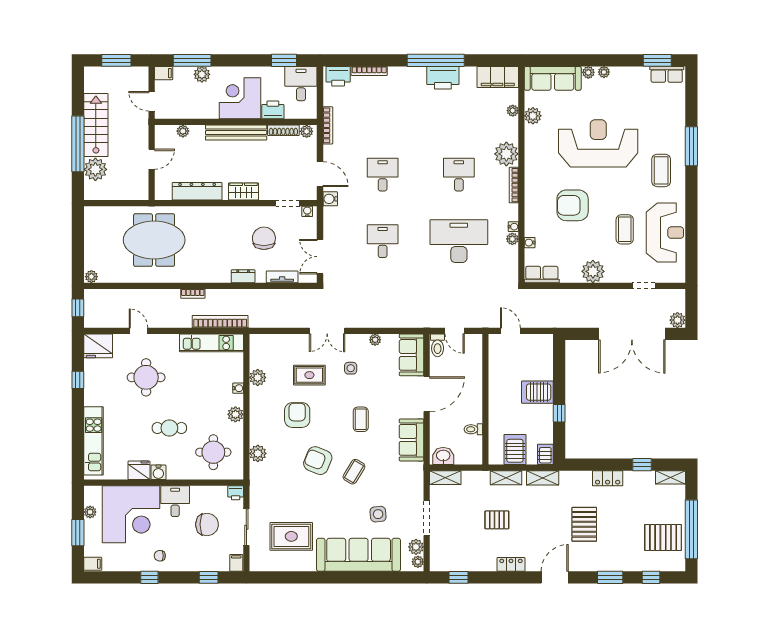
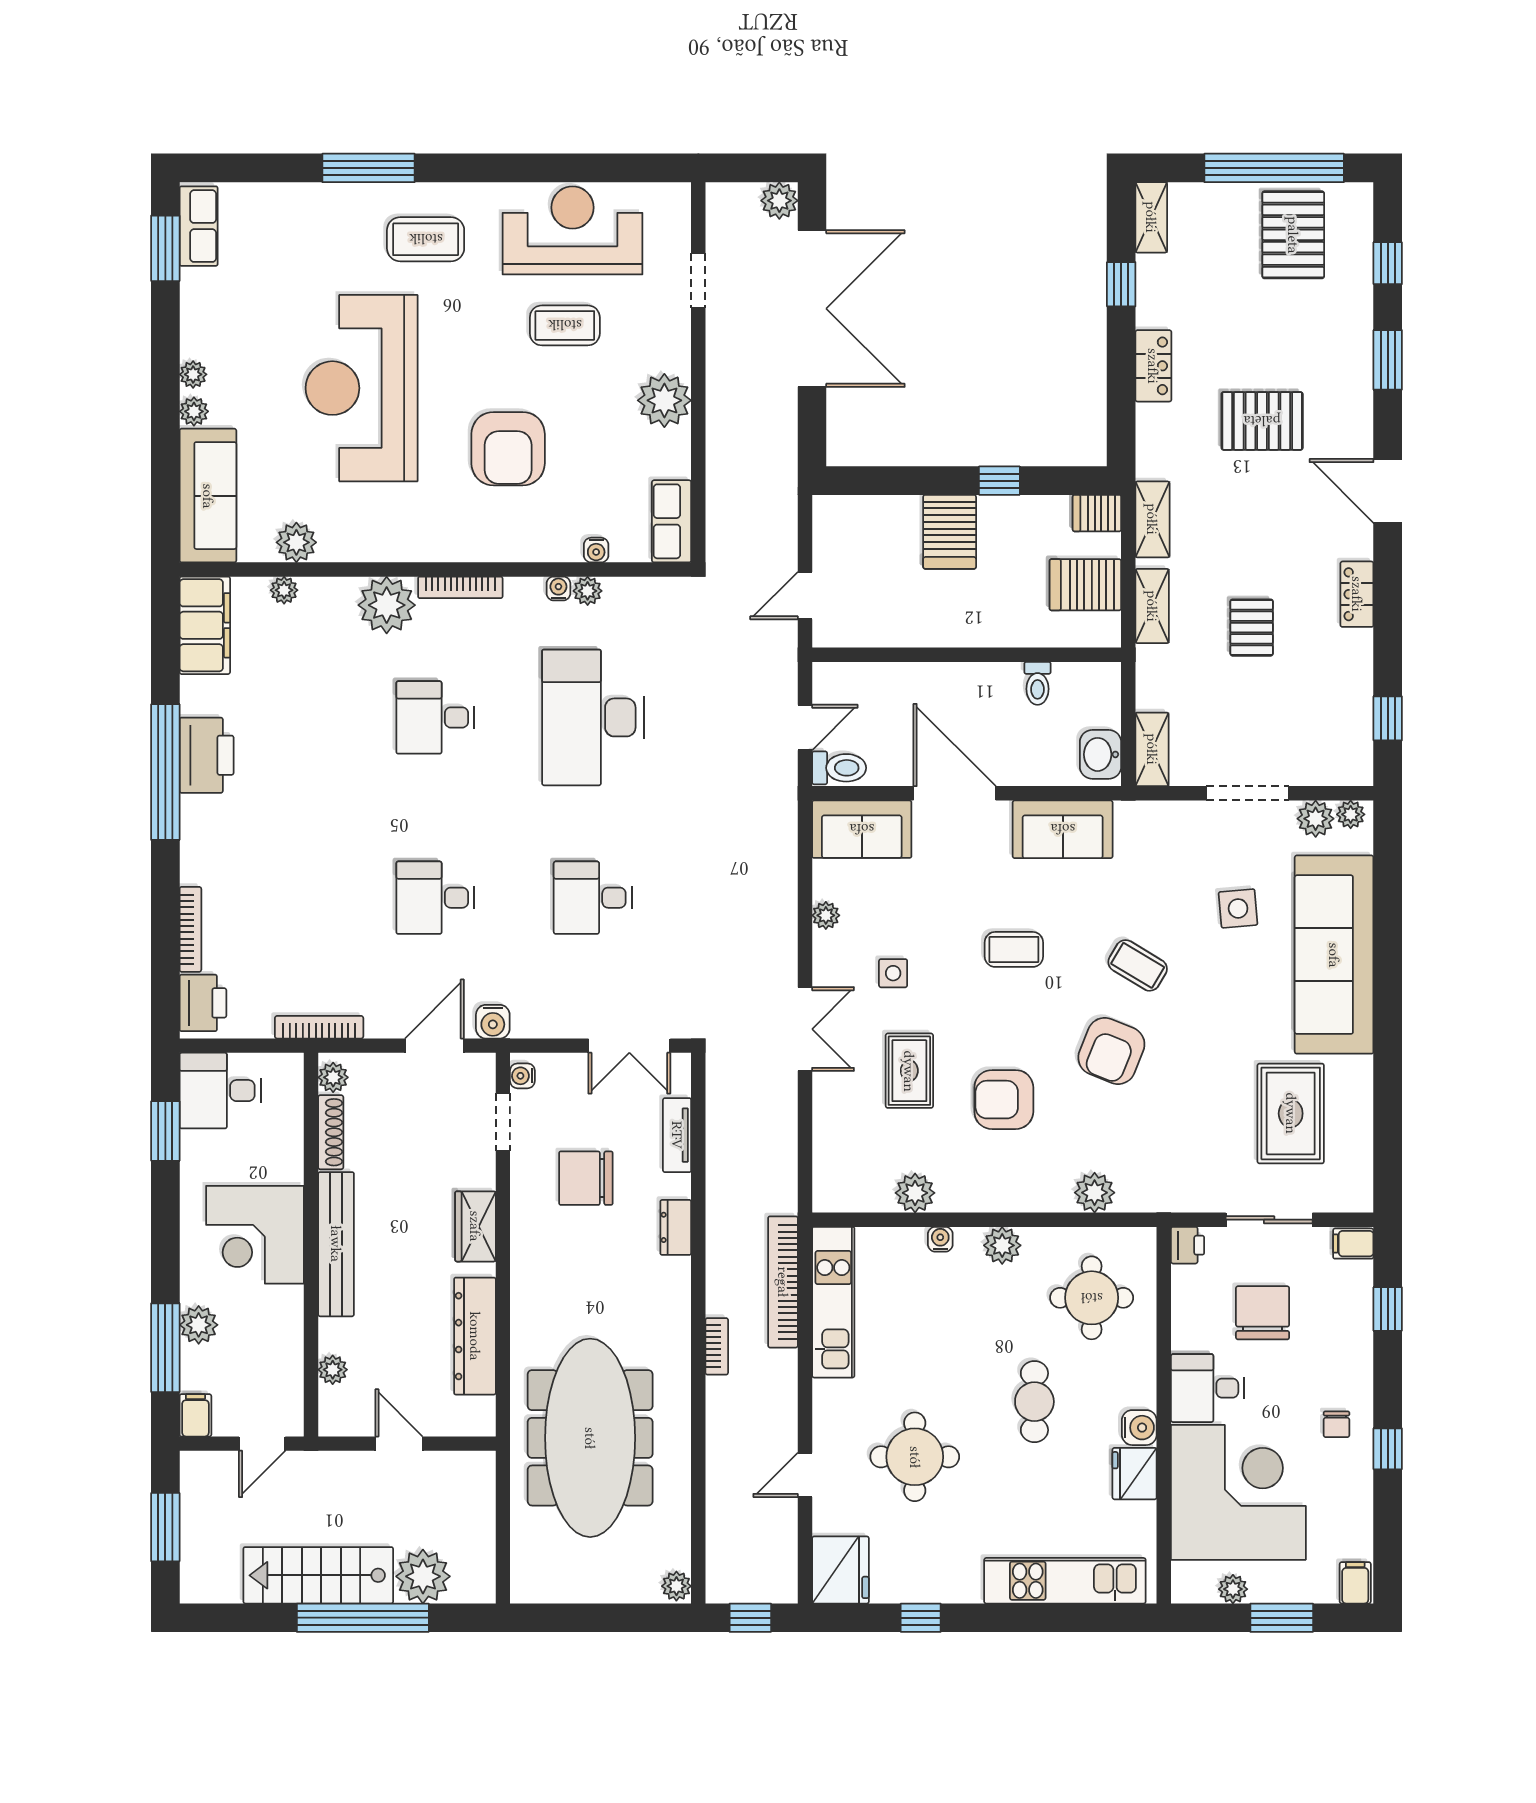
printer: (273, 110) -> (283, 1157), removed
meeting table: (154, 240) -> (590, 1438), width x1.36

